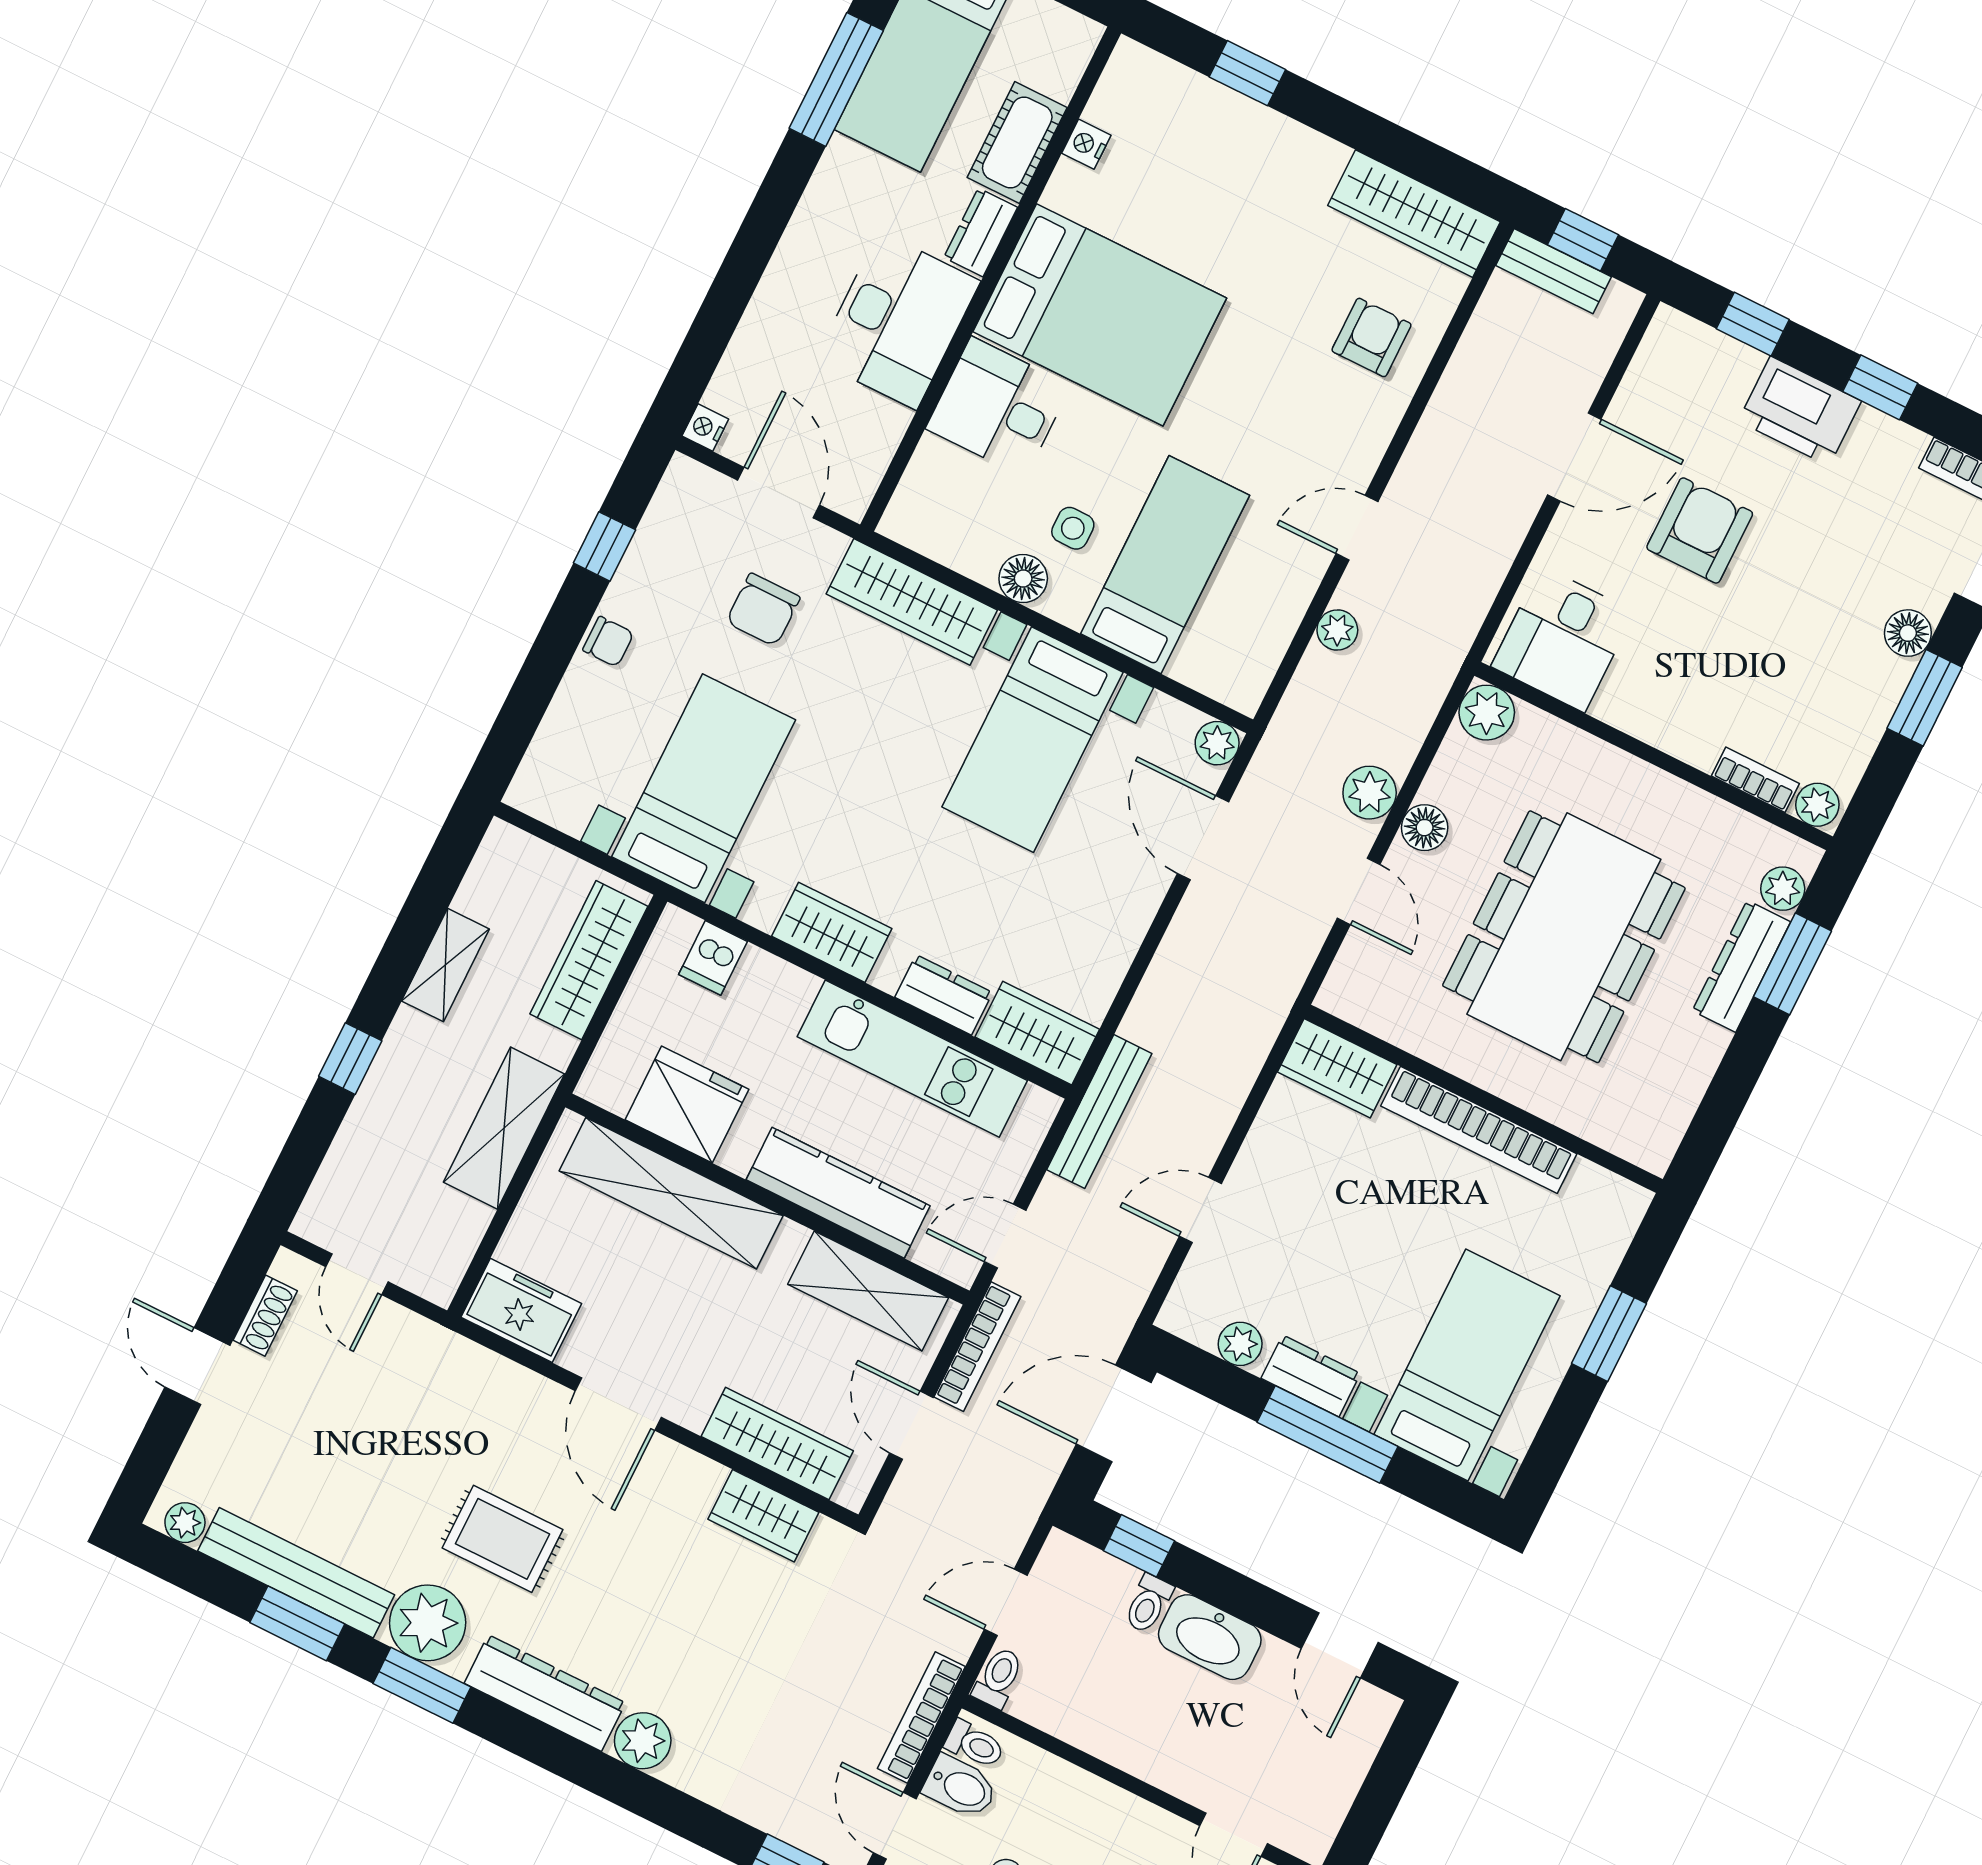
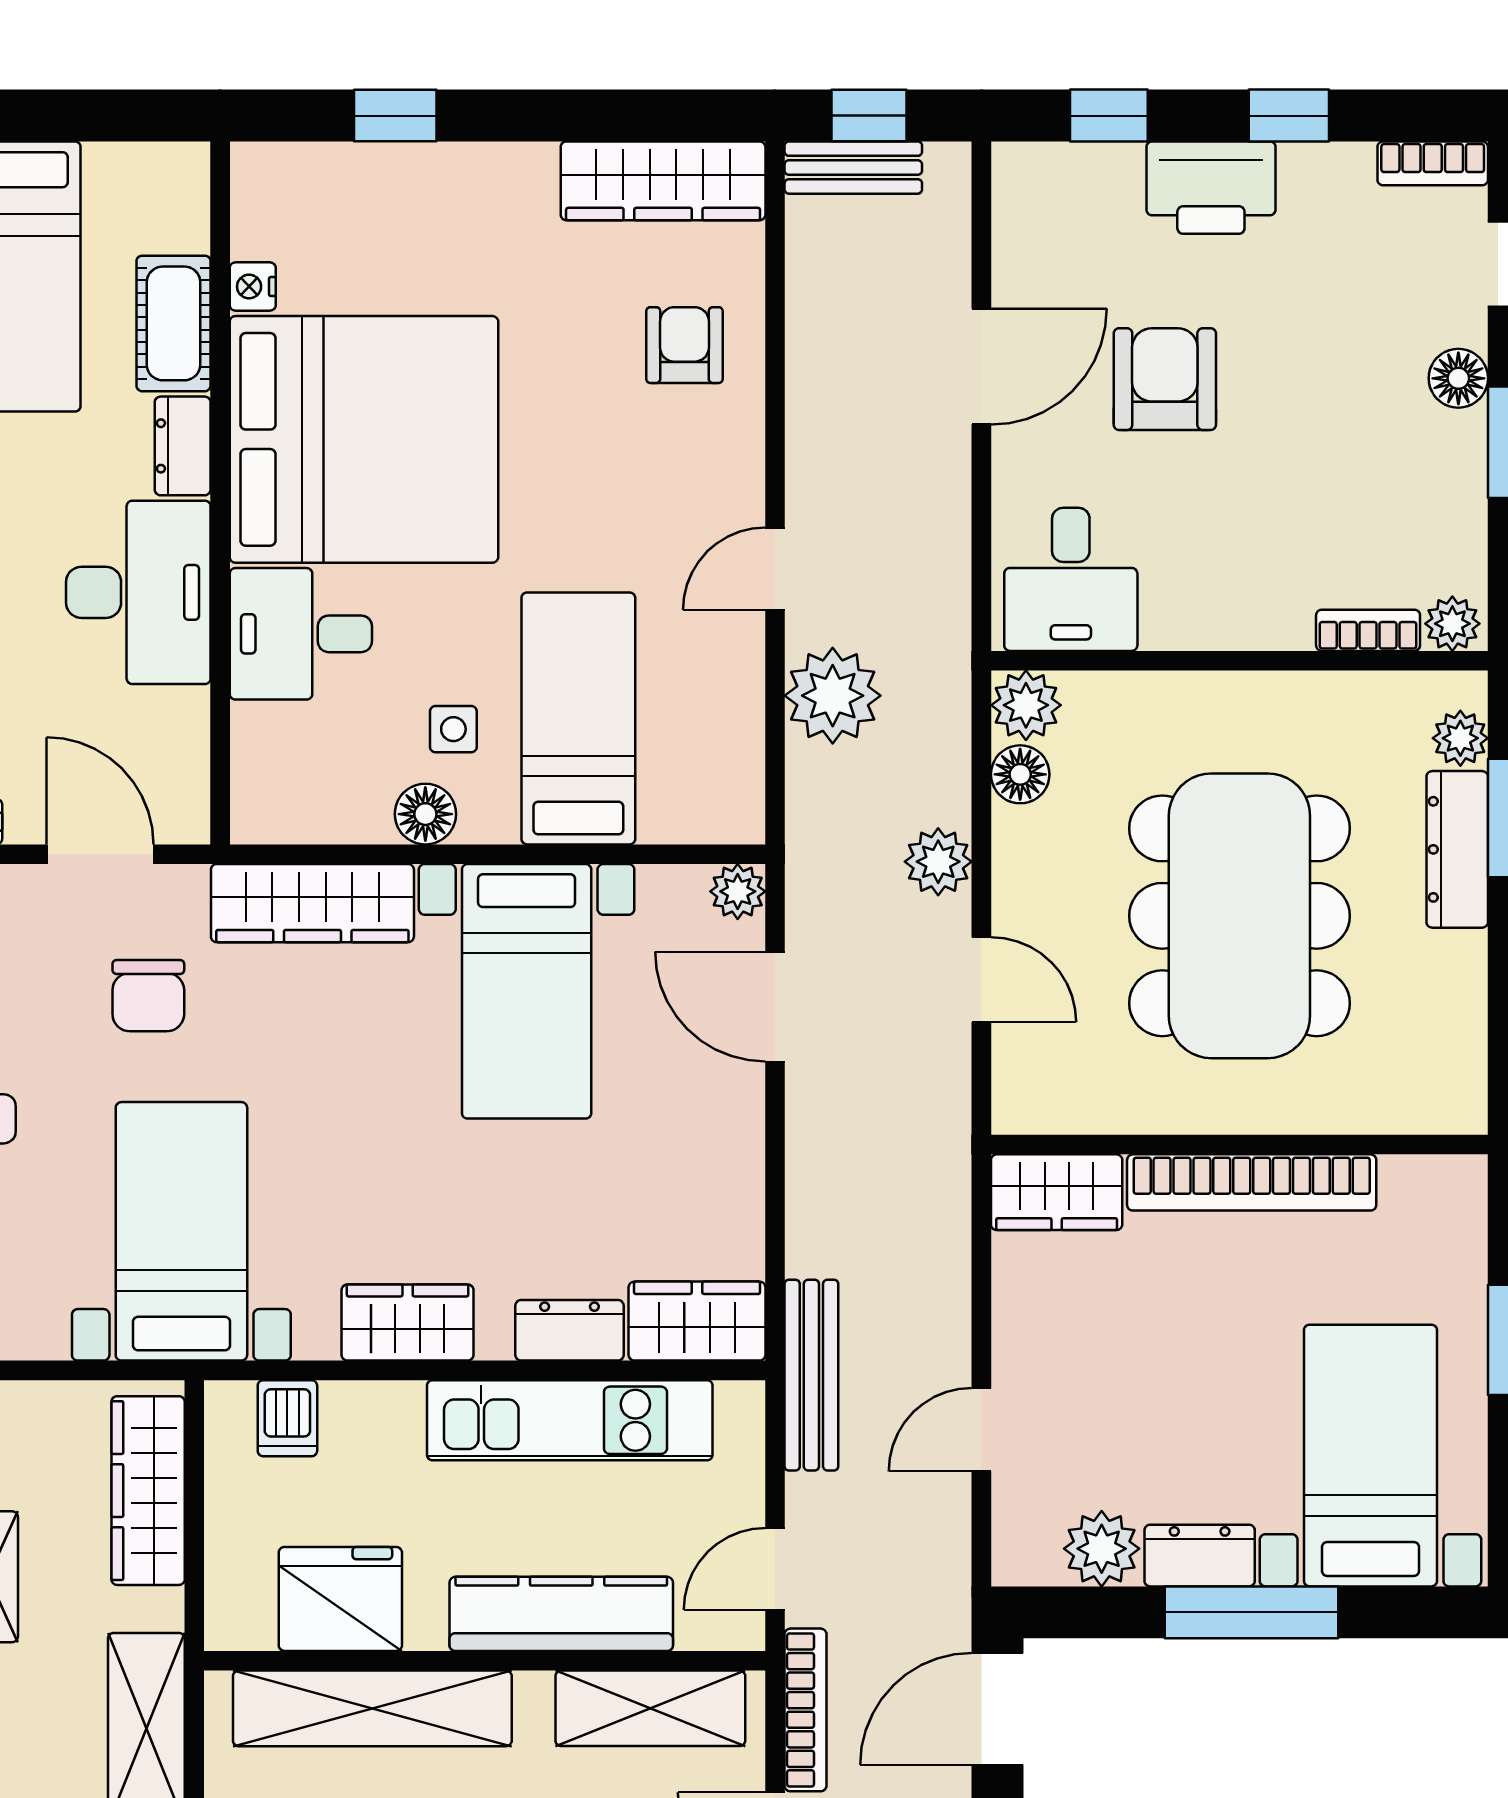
bed: (1100, 315) -> (364, 439), width x1.36
plant: (1337, 630) -> (833, 696), width x1.88, depth x1.88
floor lamp: (1425, 828) -> (1020, 774), moved
plant: (1240, 1344) -> (1102, 1549), width x1.38, depth x1.38

